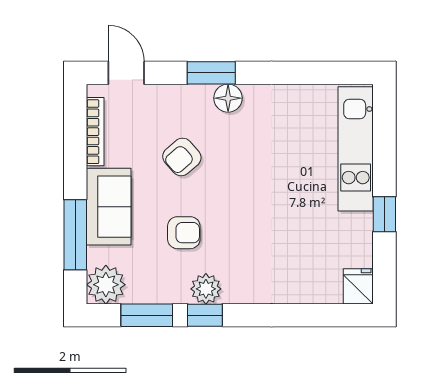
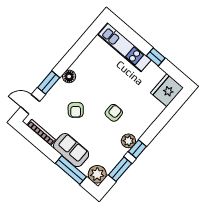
window: (211, 73) -> (49, 83), moved
armchair: (184, 233) -> (114, 113), moved
fridge: (358, 286) -> (167, 90), width x1.88, depth x1.34

